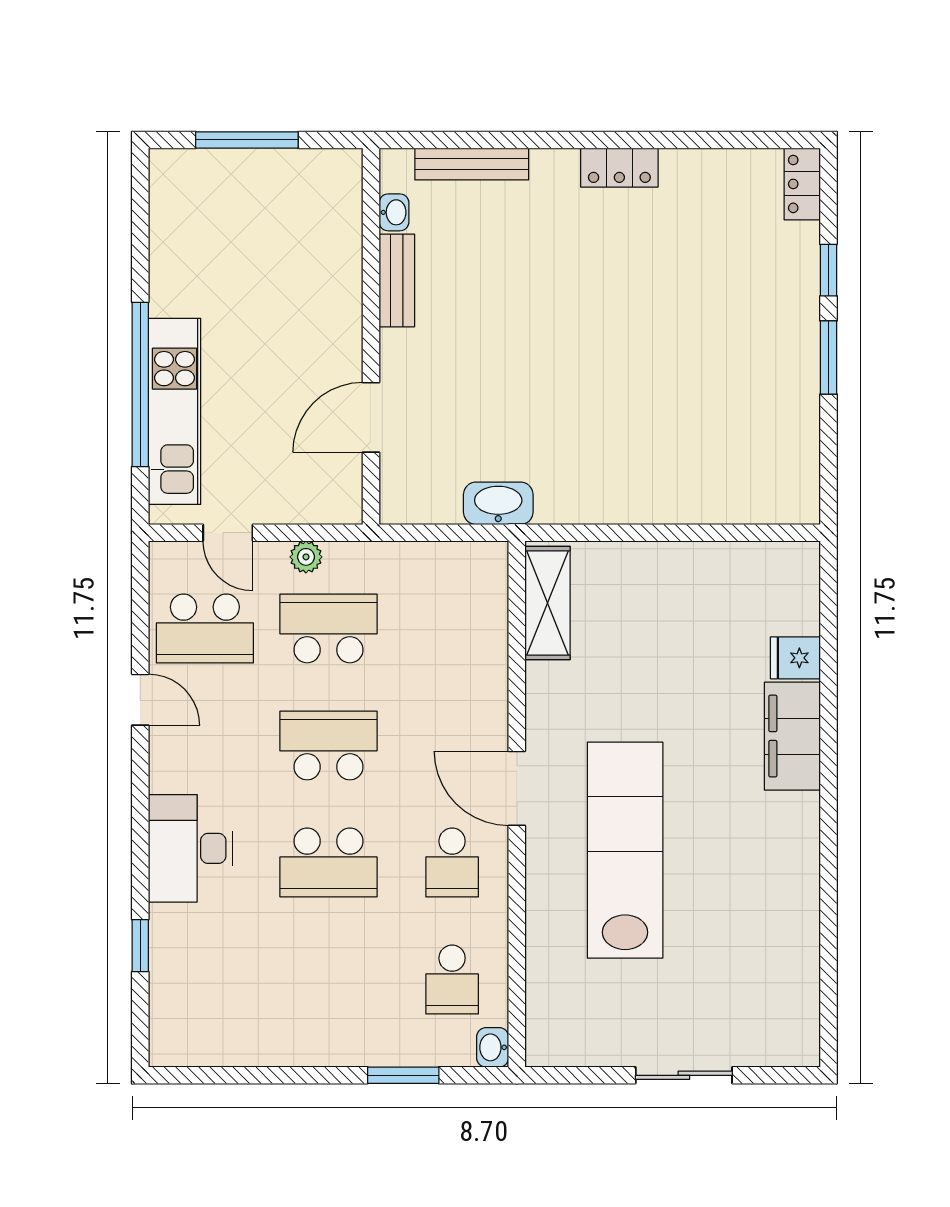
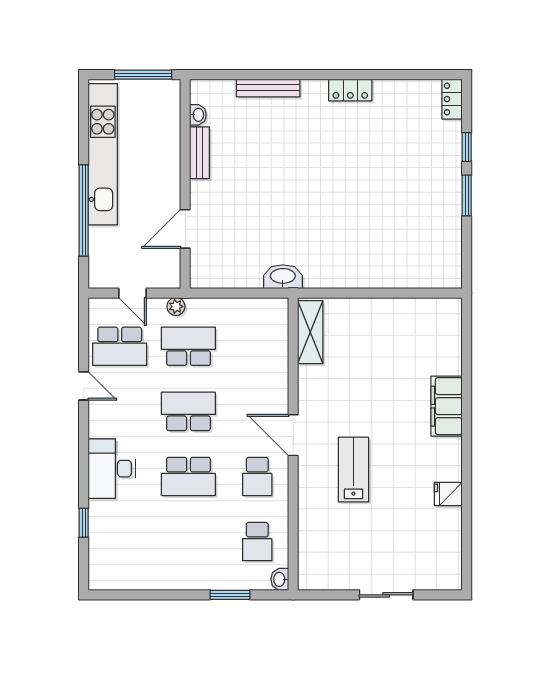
washbasin: (394, 212) -> (198, 115), moved
bench: (397, 280) -> (199, 153), moved
wall: (371, 336) -> (185, 184), moved
kitchen unit: (175, 411) -> (103, 154), moved, width x1.36
door: (371, 417) -> (185, 229), moved
fridge: (795, 658) -> (448, 494), moved
lab bench: (625, 850) -> (353, 470), width x0.54, depth x0.72

